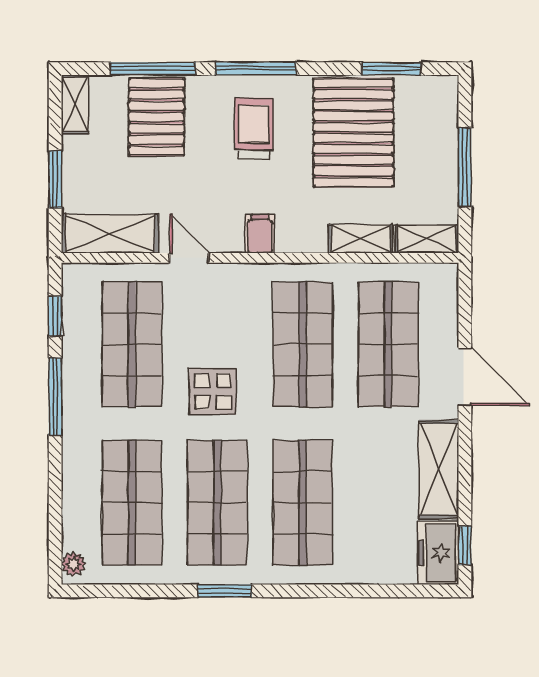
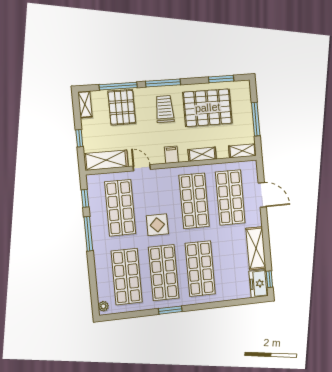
pallet: (353, 133) -> (208, 108), turned 90
window: (55, 179) -> (79, 138), width x0.67
shelving: (361, 239) -> (202, 154), moved
door: (465, 377) -> (262, 195), moved

